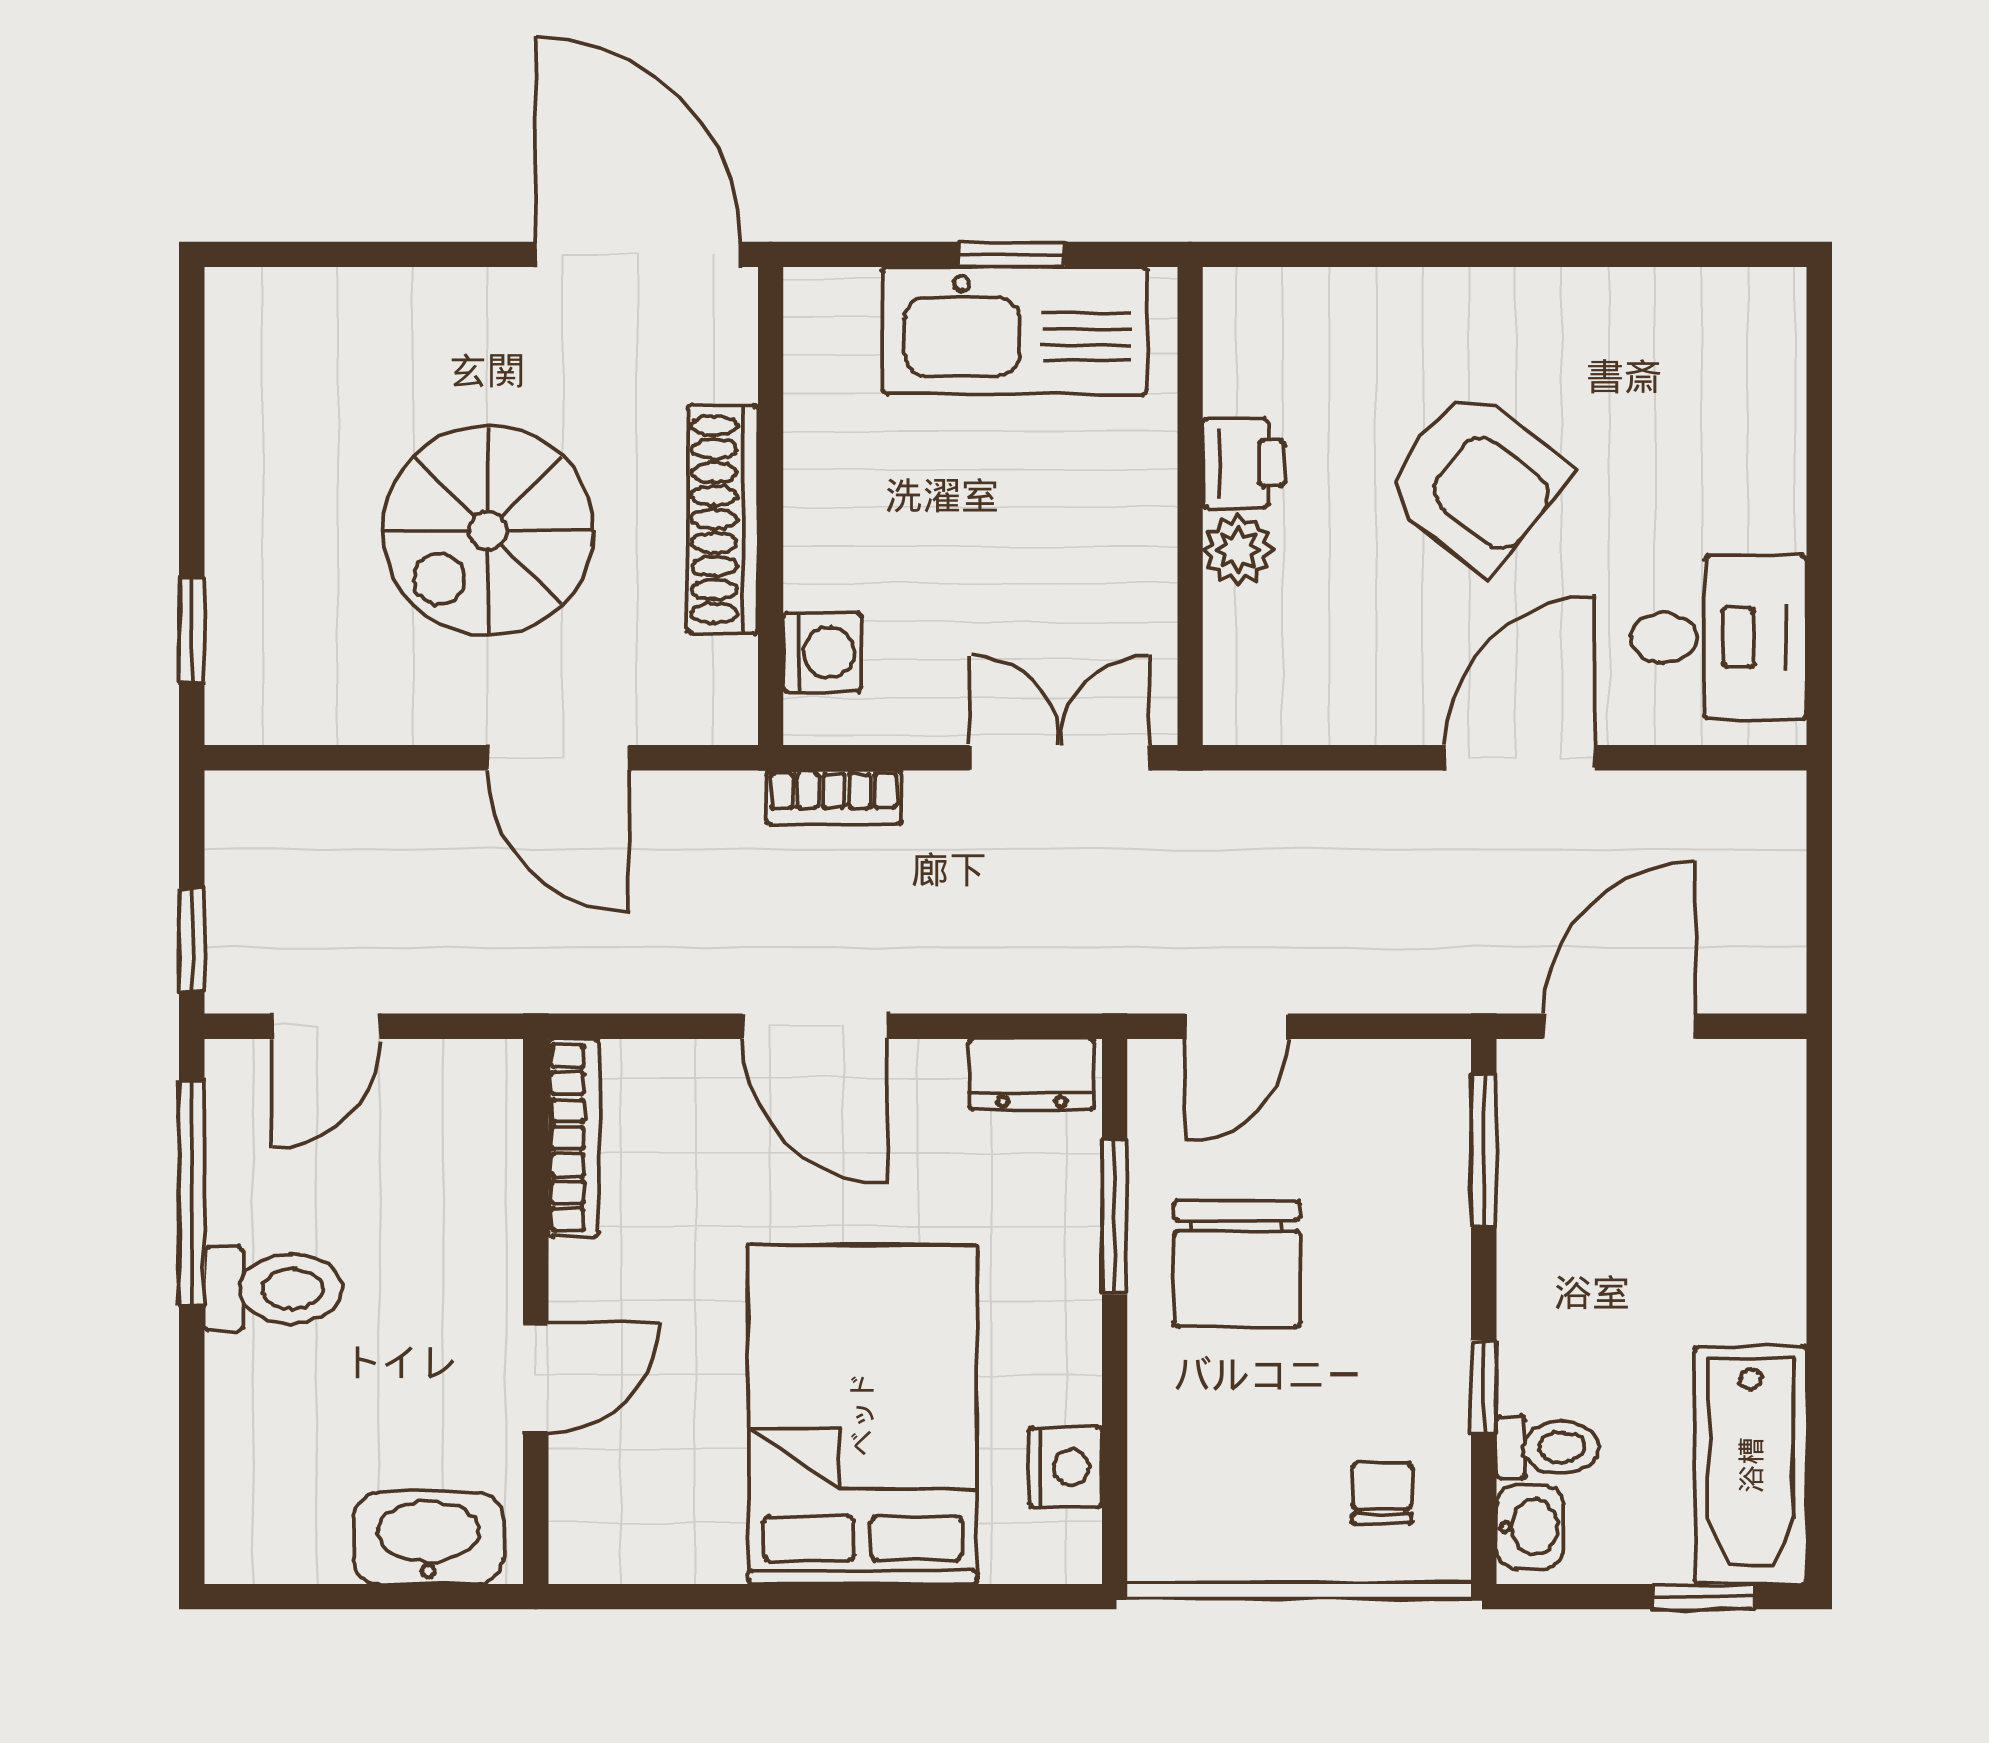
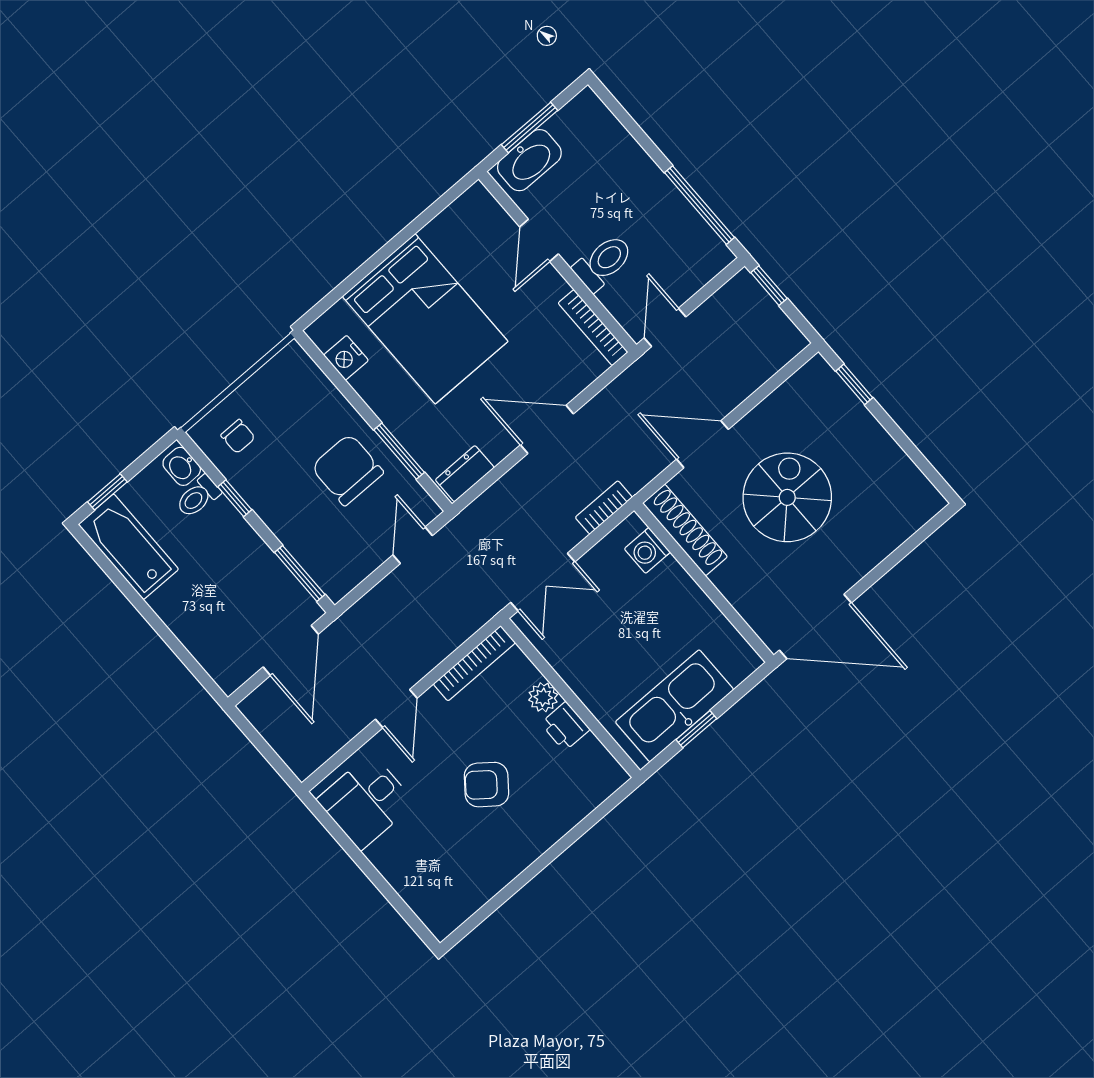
armchair: (1476, 481) -> (486, 785), width x0.72, depth x0.72
shoe rack: (723, 519) -> (685, 530), moved
bookcase: (1309, 718) -> (474, 663), added
door: (1520, 758) -> (396, 709), width x0.73
door: (326, 1026) -> (665, 327), moved
toilet: (273, 1289) -> (603, 263), moved, turned 180
window: (377, 1597) -> (530, 128), added

